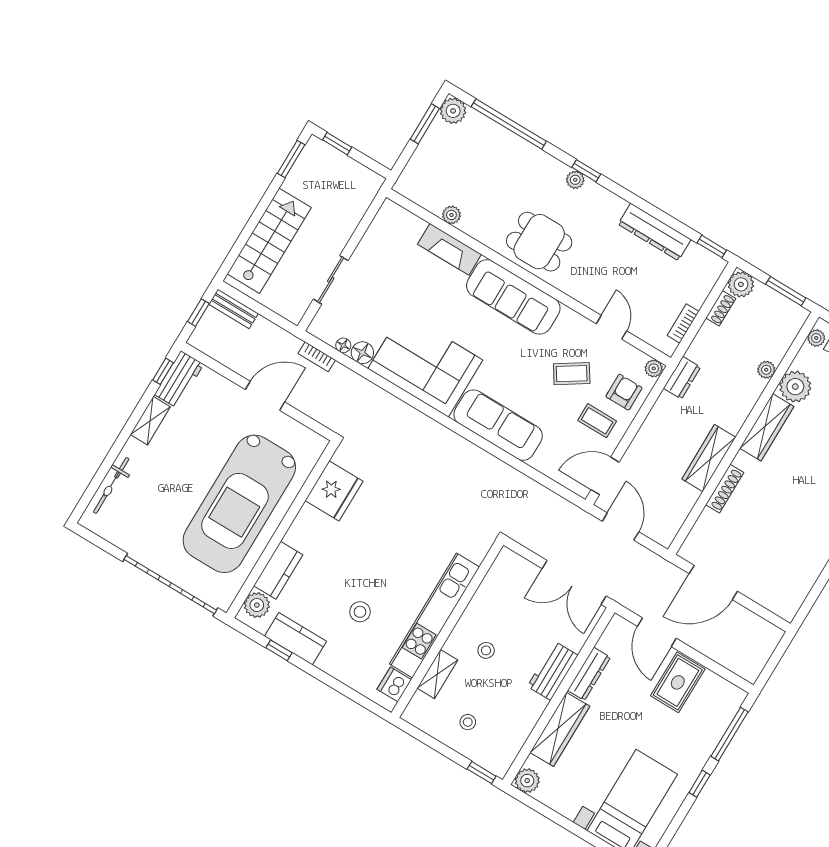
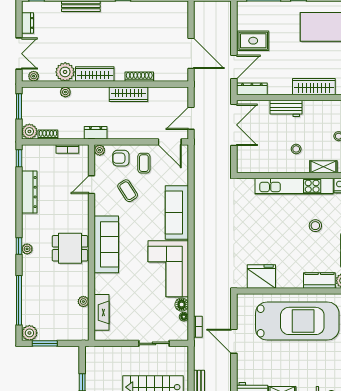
dining table: (539, 242) -> (70, 248), turned 90
fireplace: (449, 249) -> (102, 312), moved
dresser: (589, 674) -> (252, 89), moved

